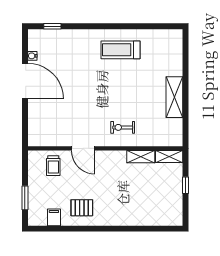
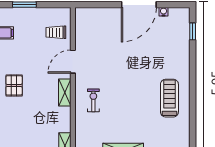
shelving: (141, 157) -> (65, 92), moved
pallet: (82, 208) -> (14, 85), moved

